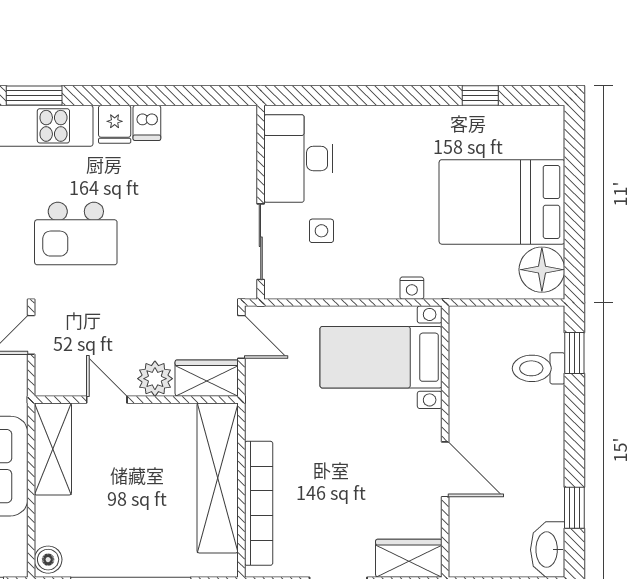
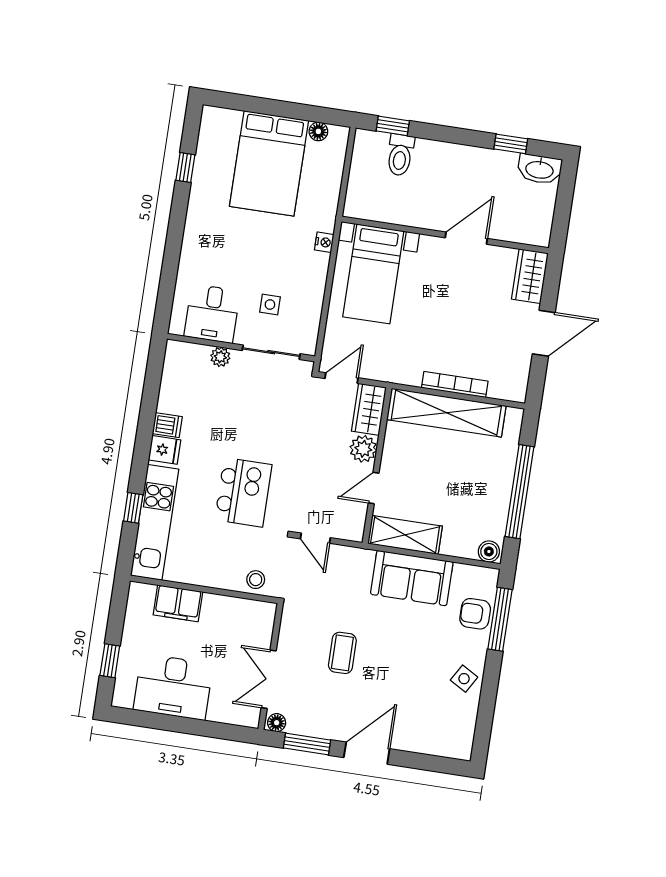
window: (34, 96) -> (133, 508), width x0.67
desk: (298, 158) -> (212, 314), width x0.73
plant: (245, 178) -> (220, 357), added
floor lamp: (542, 270) -> (318, 131), width x0.53, depth x0.53
bookcase: (259, 503) -> (455, 384), width x0.68, depth x0.76

